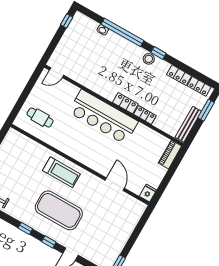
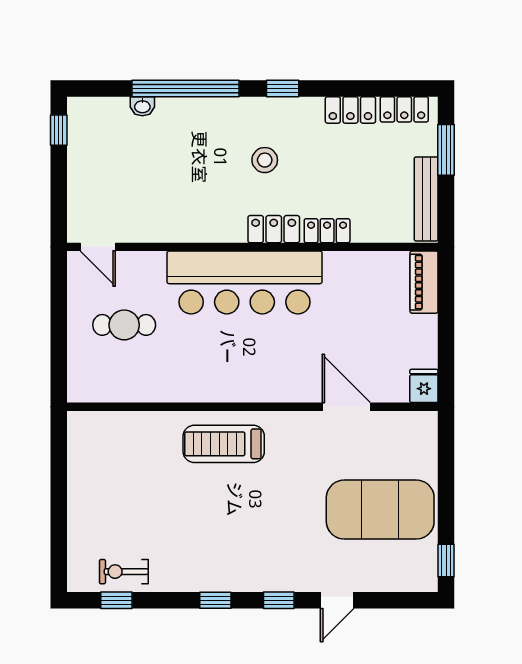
stool: (149, 59) -> (265, 160), moved
door: (56, 73) -> (98, 247), hinge flipped
cafe table: (40, 118) -> (124, 325), moved
treadmill: (61, 172) -> (224, 444), turned 180
exercise mat: (59, 210) -> (380, 510), moved

